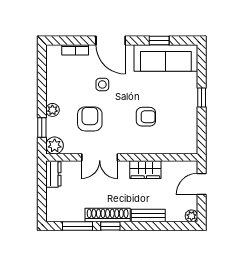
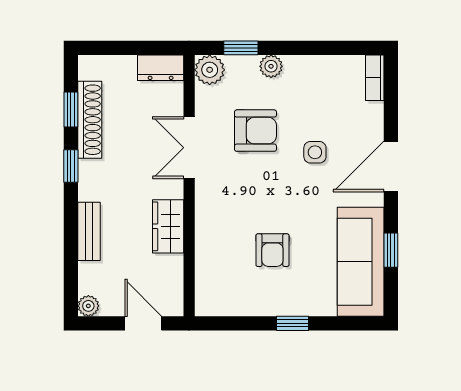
bookcase: (75, 50) -> (375, 78), moved
armchair: (146, 117) -> (272, 250), moved
shoe rack: (108, 215) -> (90, 120), moved
window: (78, 226) -> (71, 109), width x0.67

